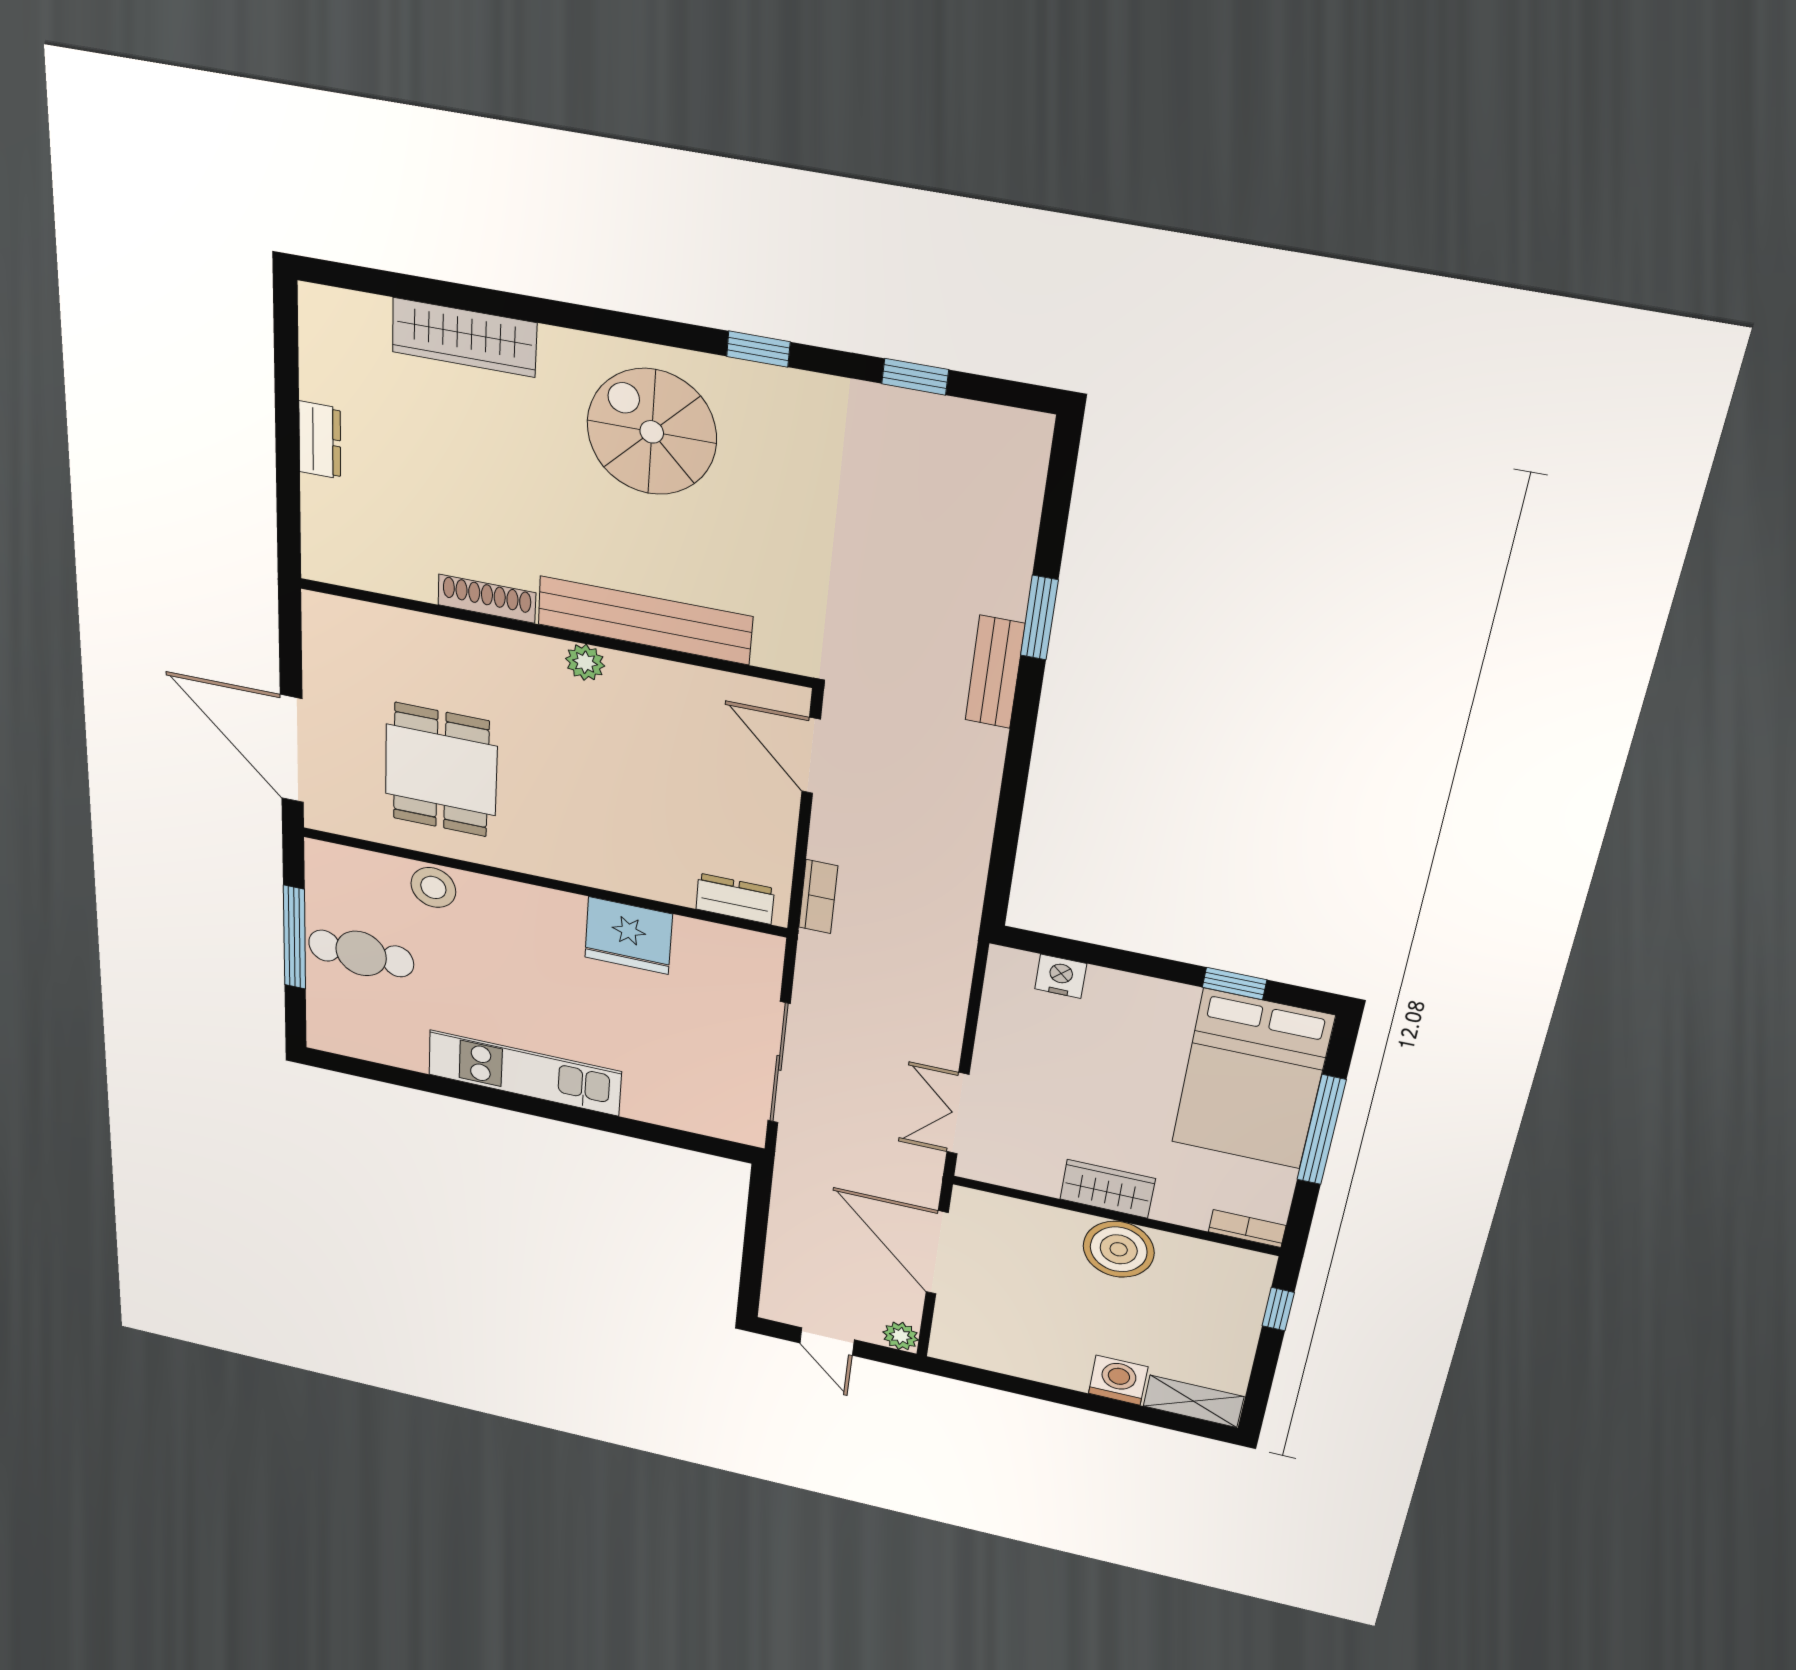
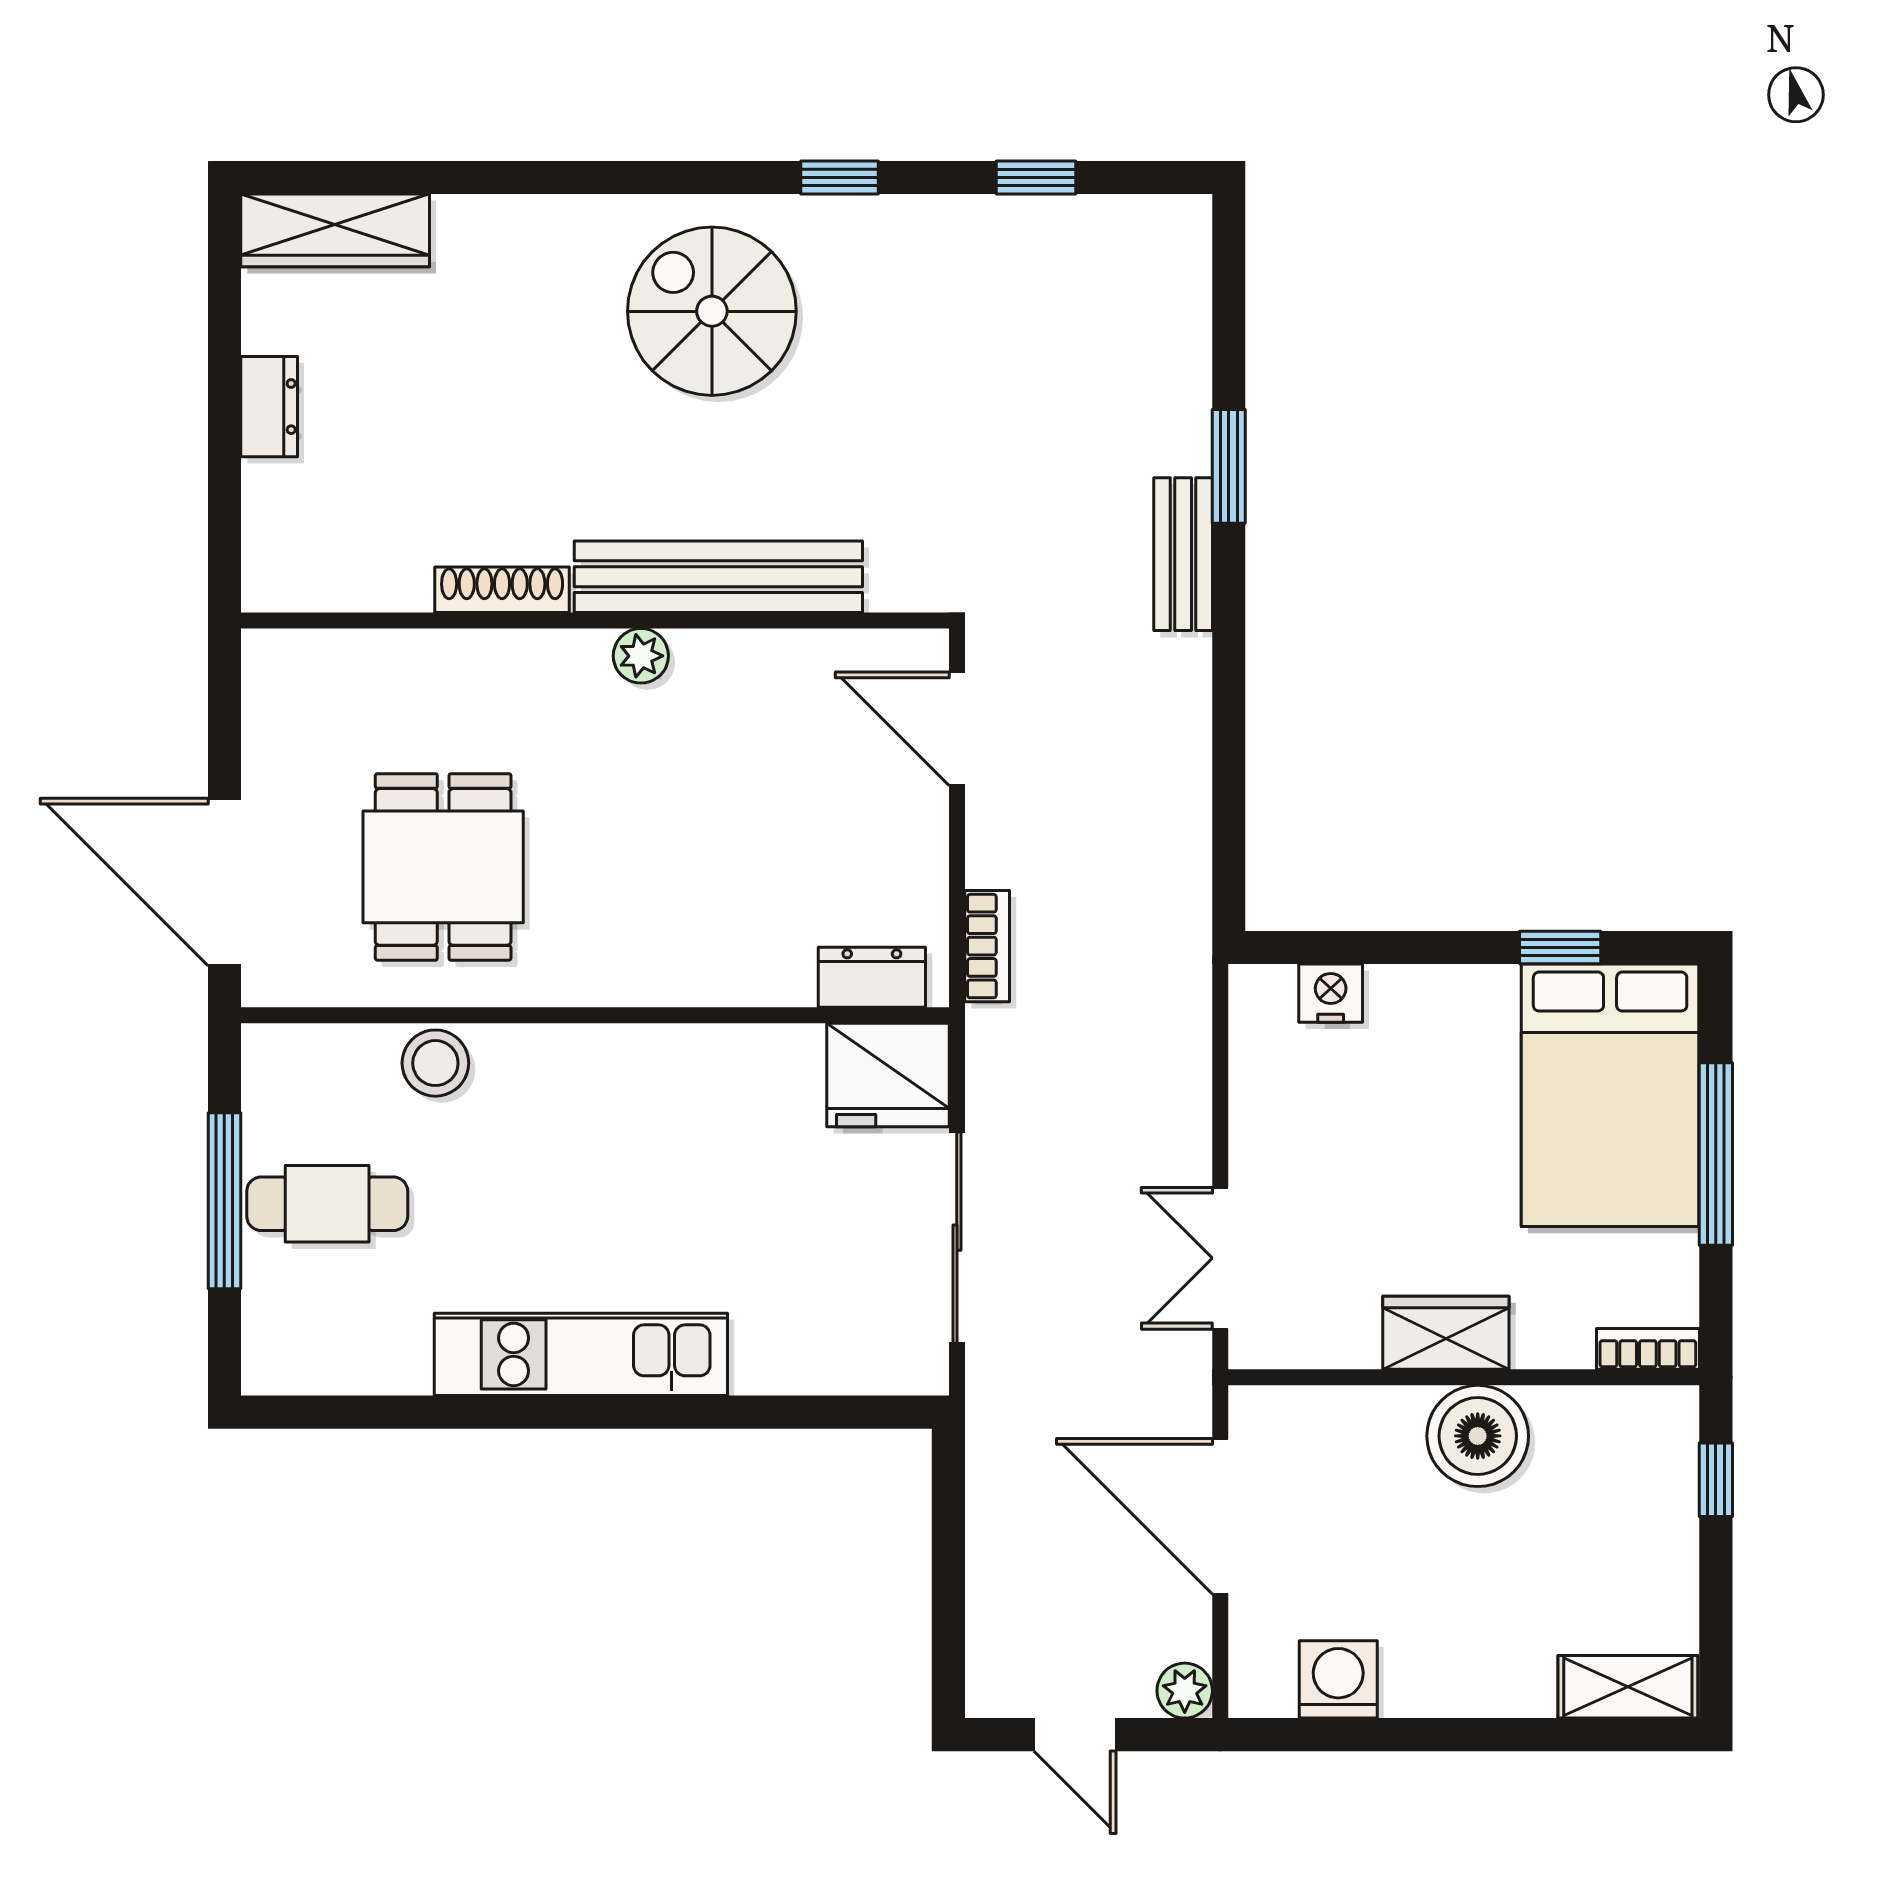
wardrobe: (464, 337) -> (335, 230), moved
fridge: (629, 936) -> (888, 1075), moved
washing machine: (1118, 1380) -> (1338, 1679), moved

